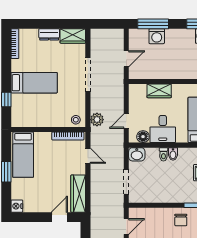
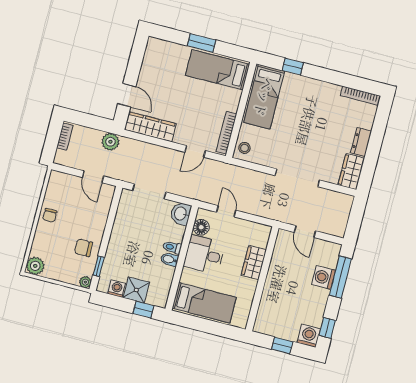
bed: (34, 83) -> (264, 97), moved
plant: (97, 120) -> (110, 142), moved
nightstand: (17, 206) -> (155, 45), removed

